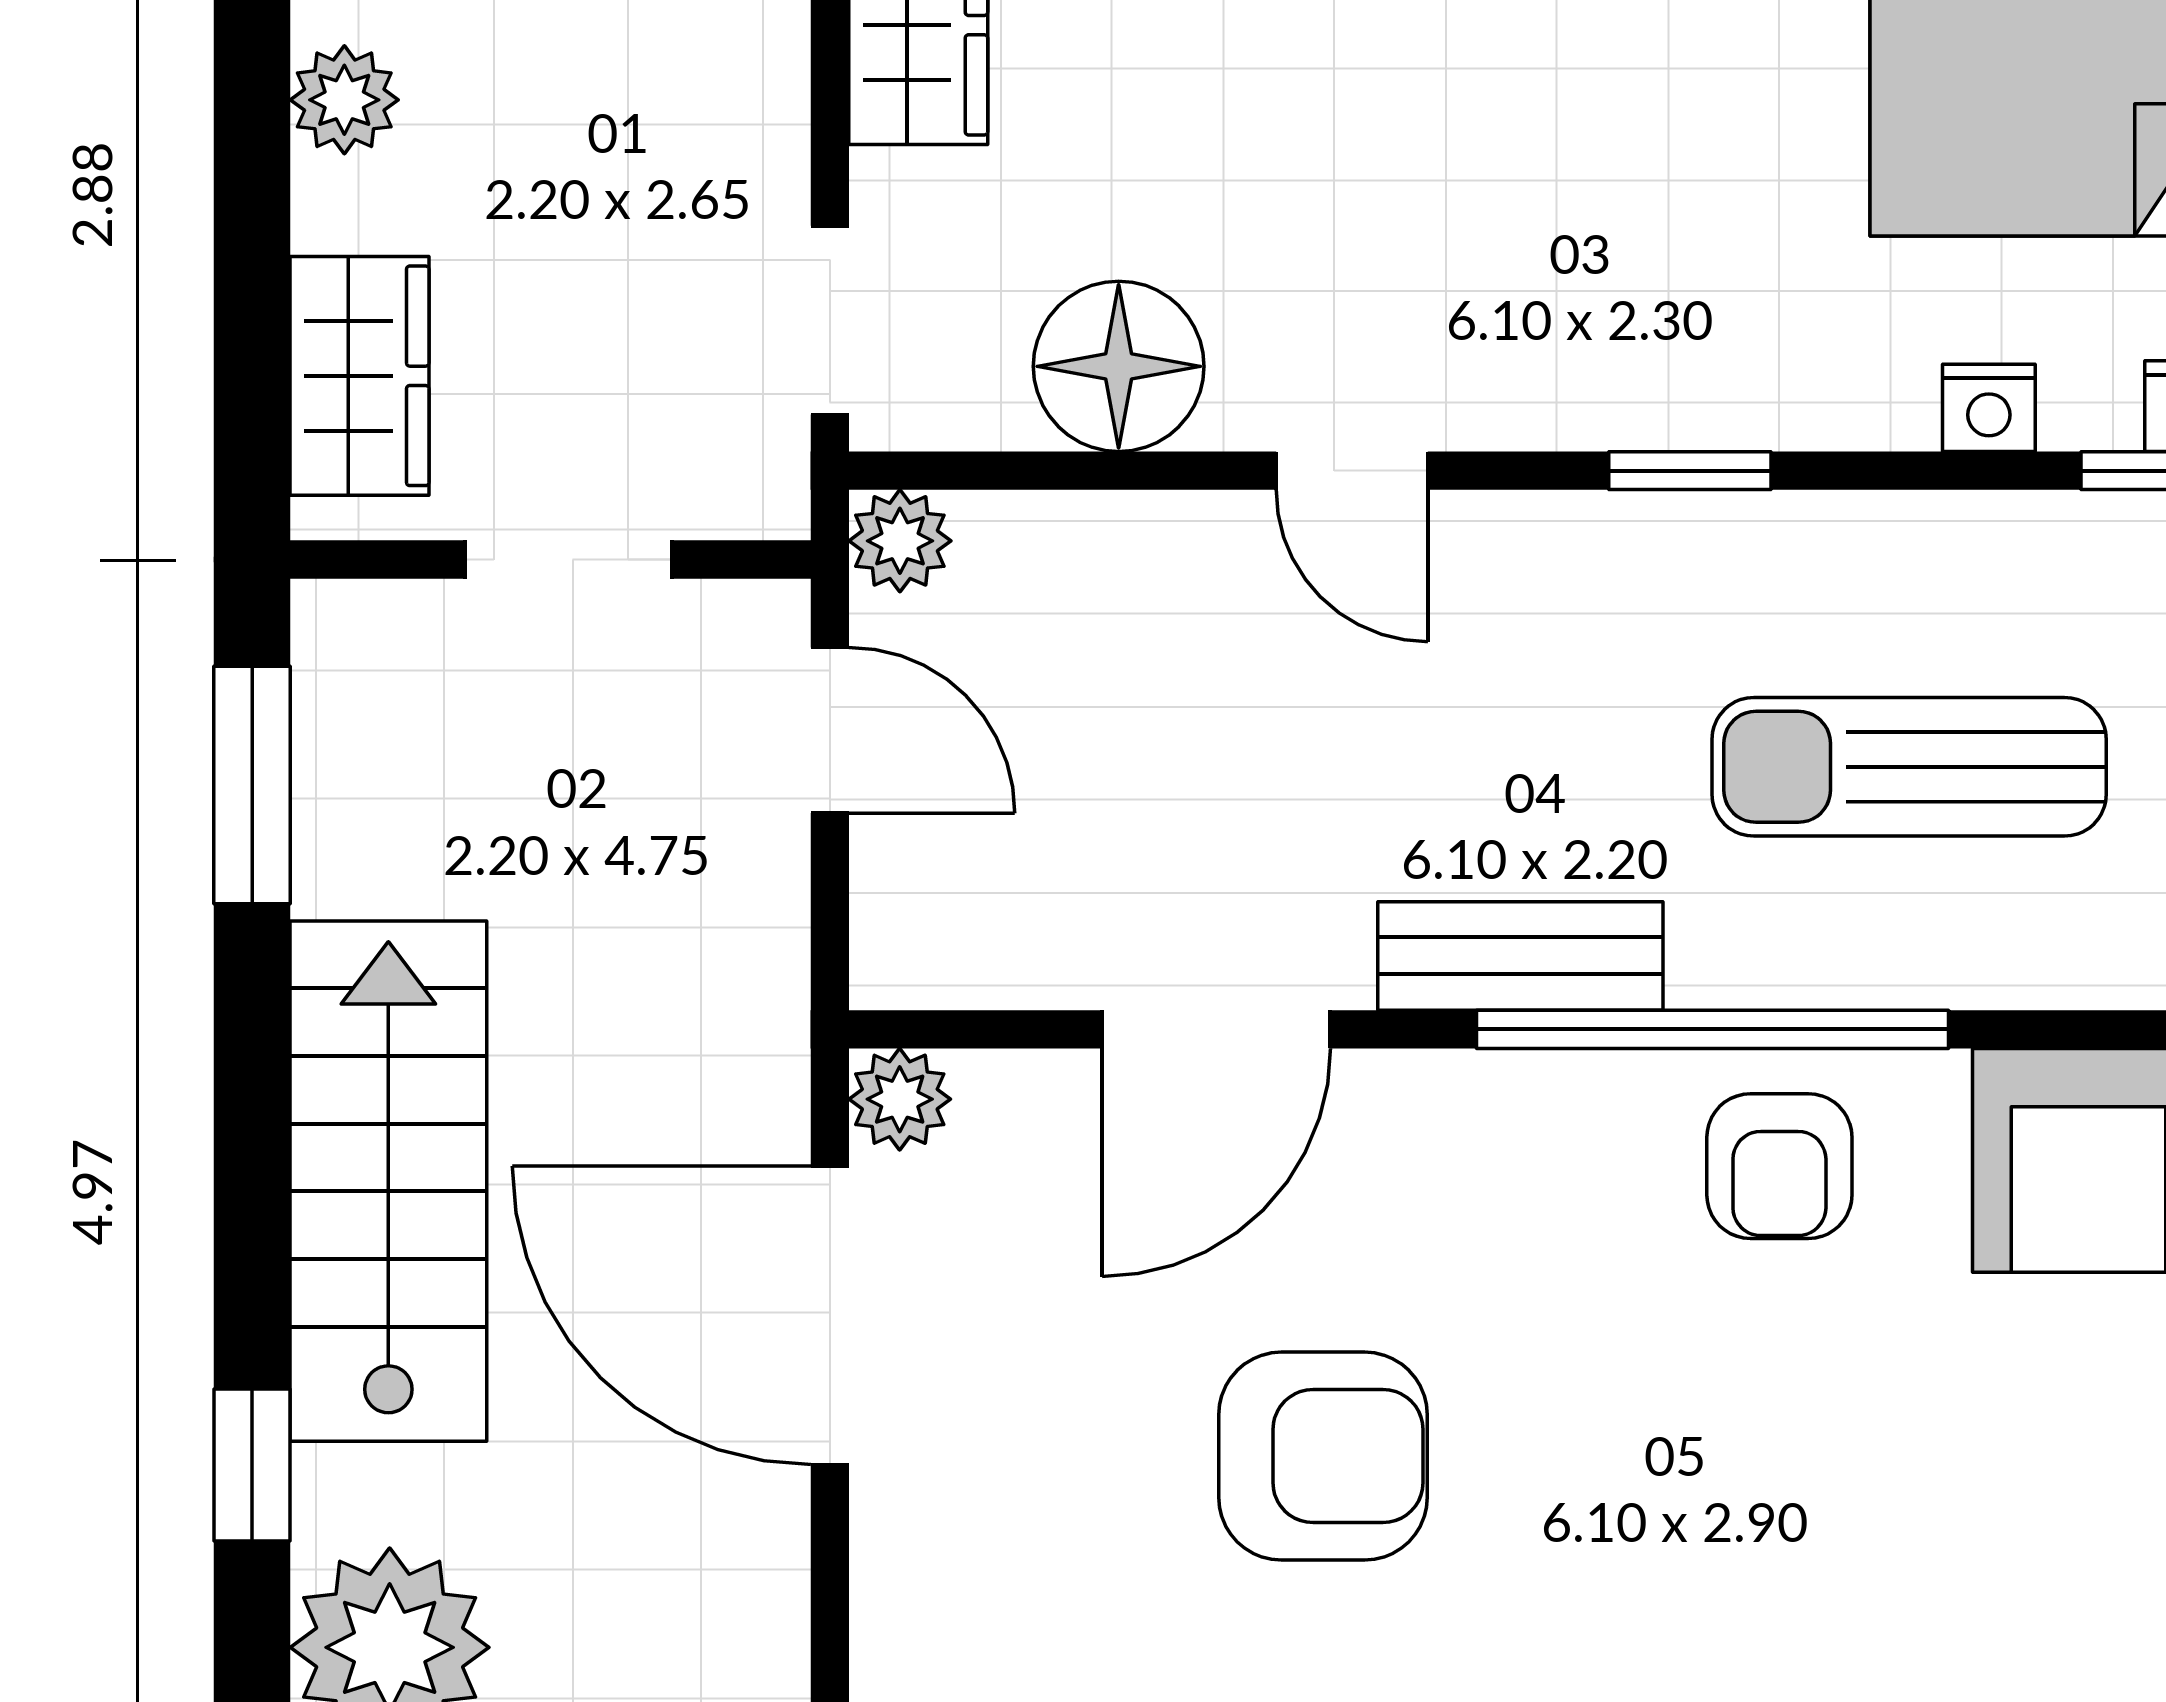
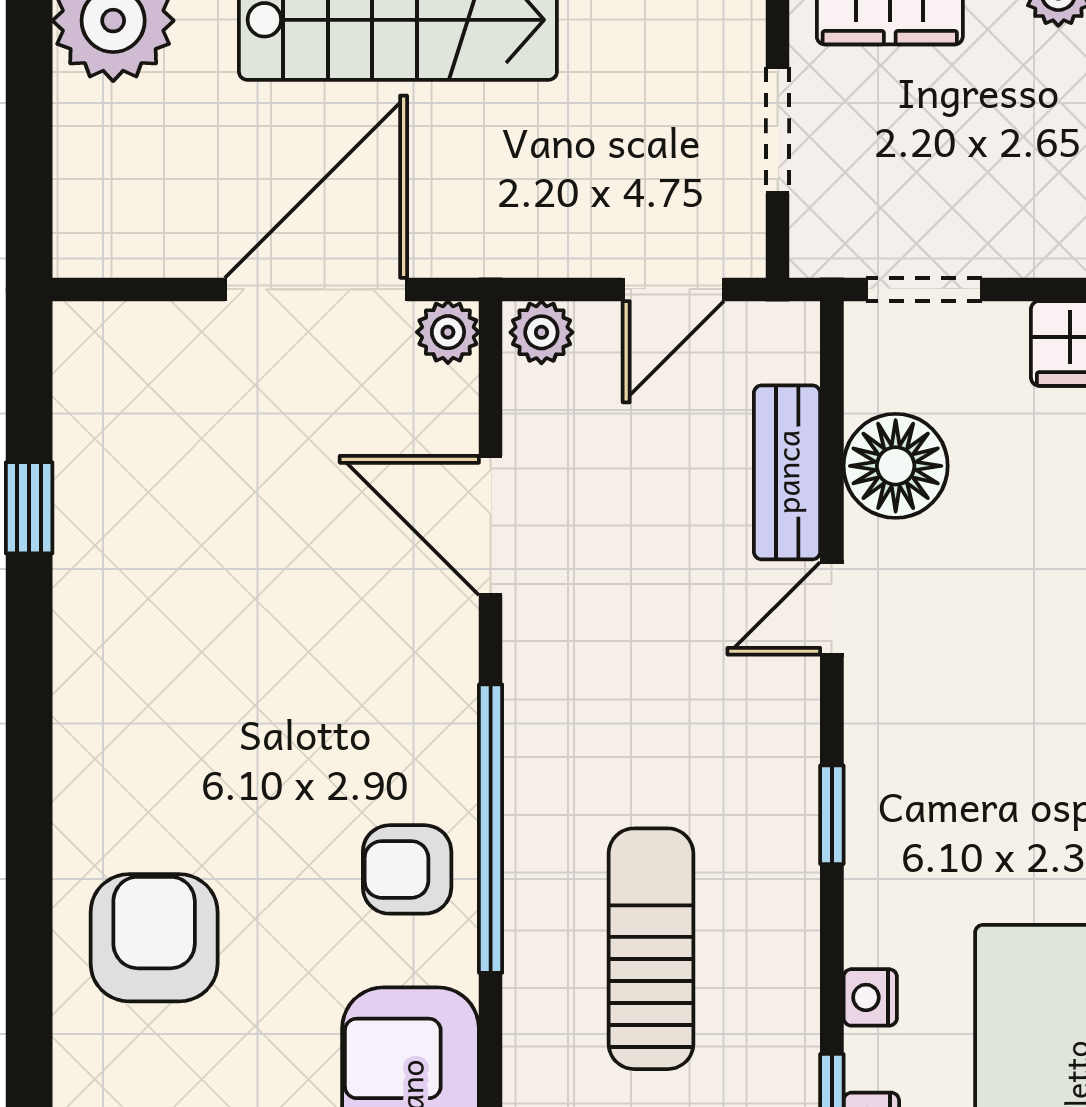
plant: (900, 541) -> (541, 332), moved
bench: (1520, 956) -> (787, 472), moved
armchair: (1323, 1456) -> (154, 938), moved, turned 180

